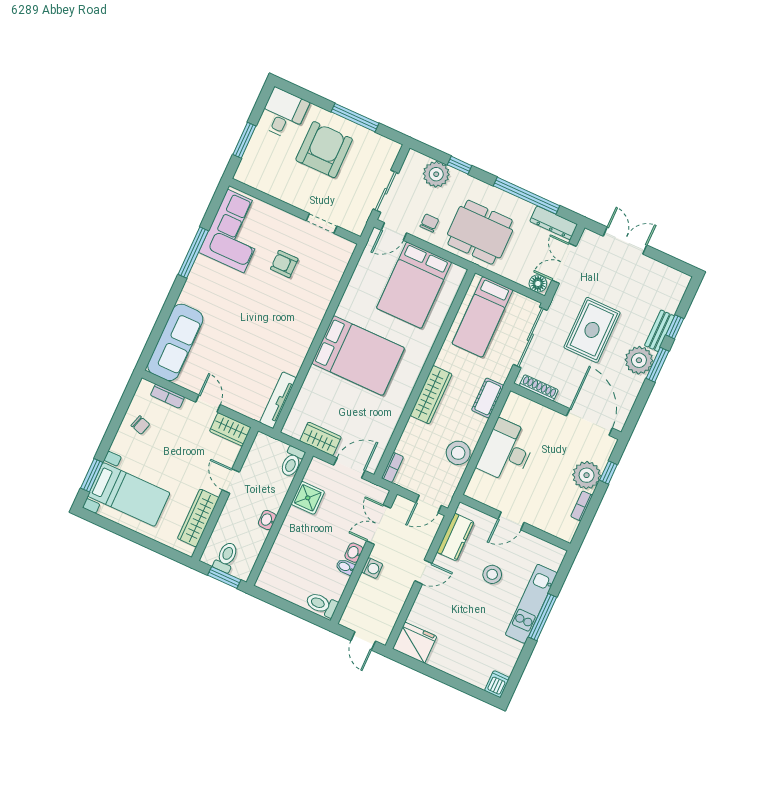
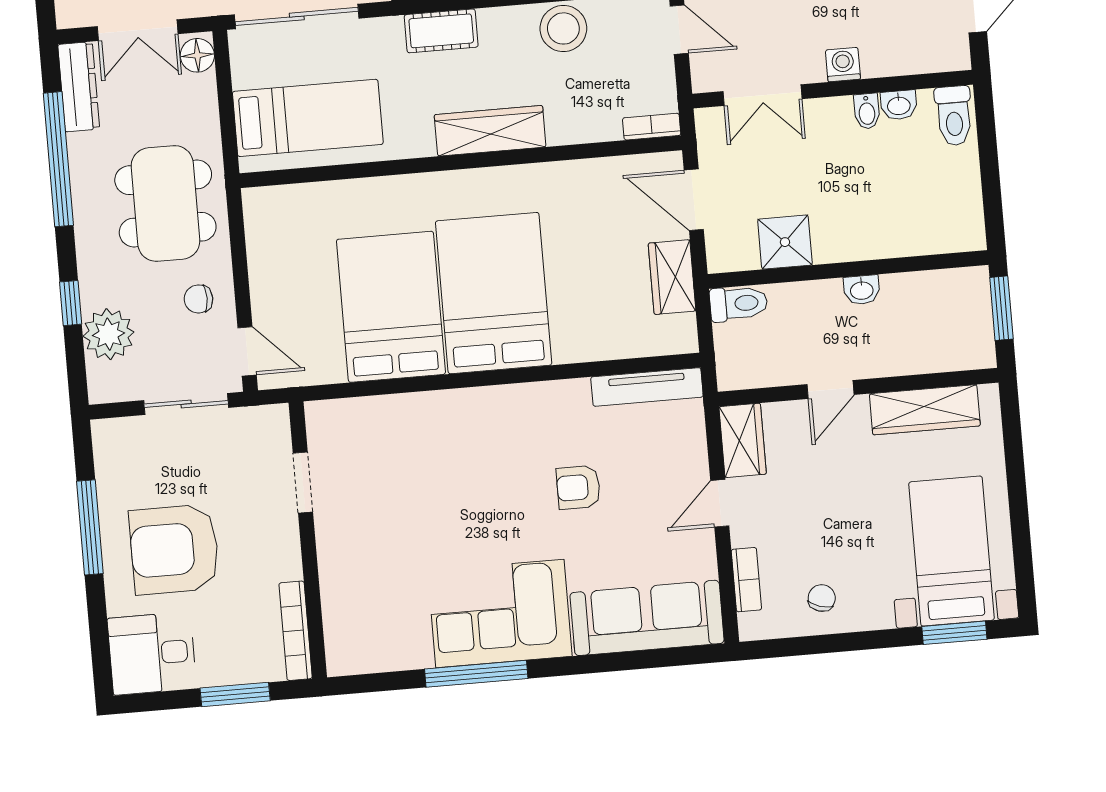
bookcase: (258, 183) -> (296, 631), added
corner sofa: (236, 231) -> (500, 614), moved
armchair: (284, 264) -> (578, 487), moved, turned 90
bed: (414, 285) -> (391, 307), moved, turned -90
washbasin: (354, 553) -> (899, 105), moved
toilet: (226, 557) -> (965, 325), removed

